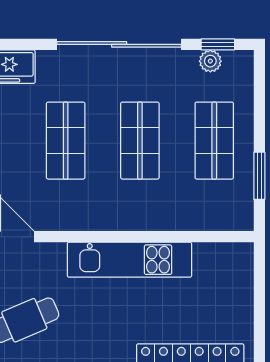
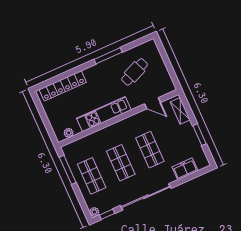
plant: (210, 61) -> (94, 212), moved
window: (259, 176) -> (68, 170), width x1.44
plant: (222, 253) -> (69, 133), added

